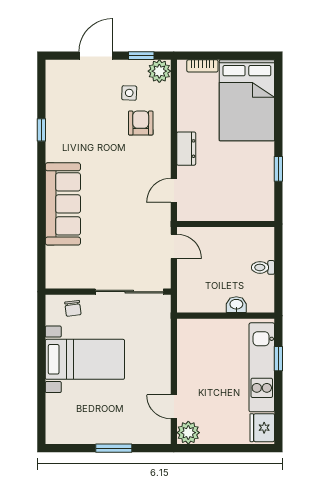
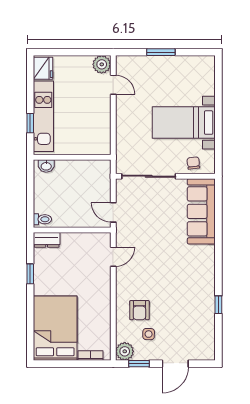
dresser: (186, 149) -> (47, 240), moved, turned -90
sofa: (63, 204) -> (201, 211), moved
toilet: (263, 267) -> (42, 219), moved
washbasin: (236, 305) -> (46, 166), moved

